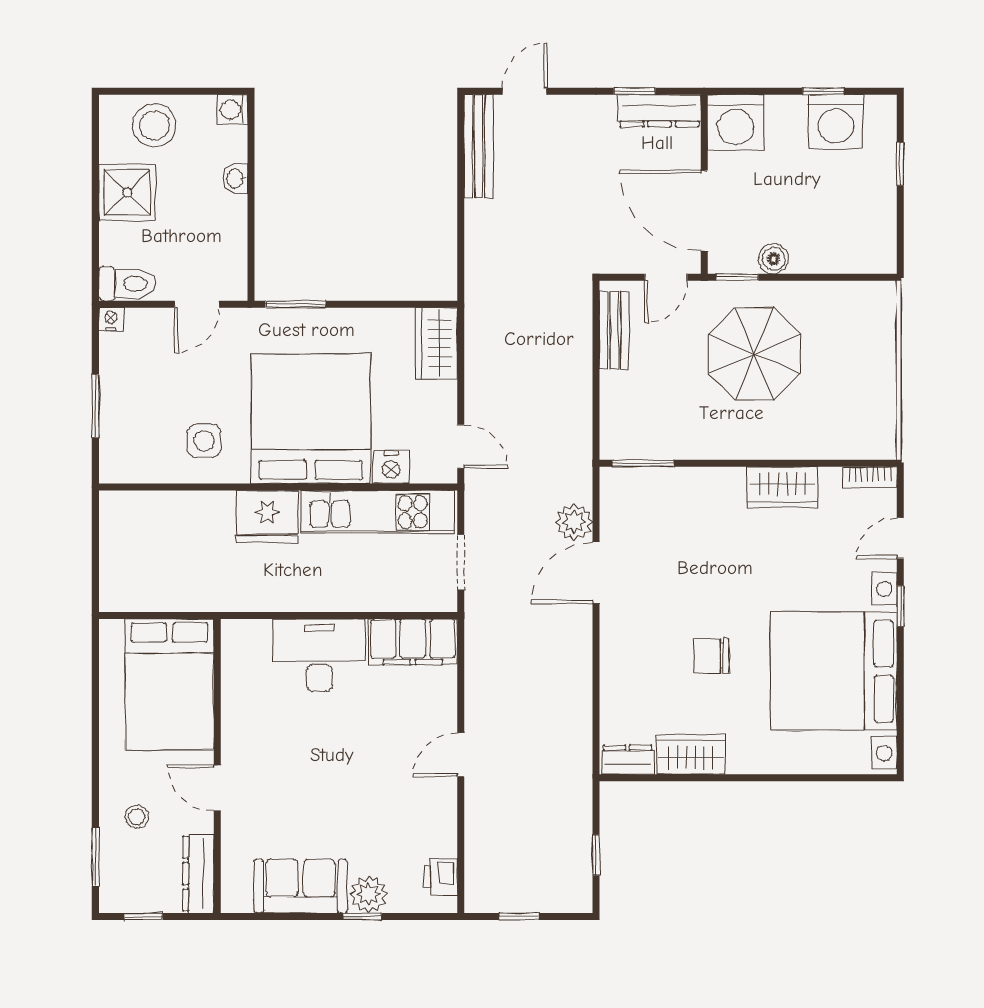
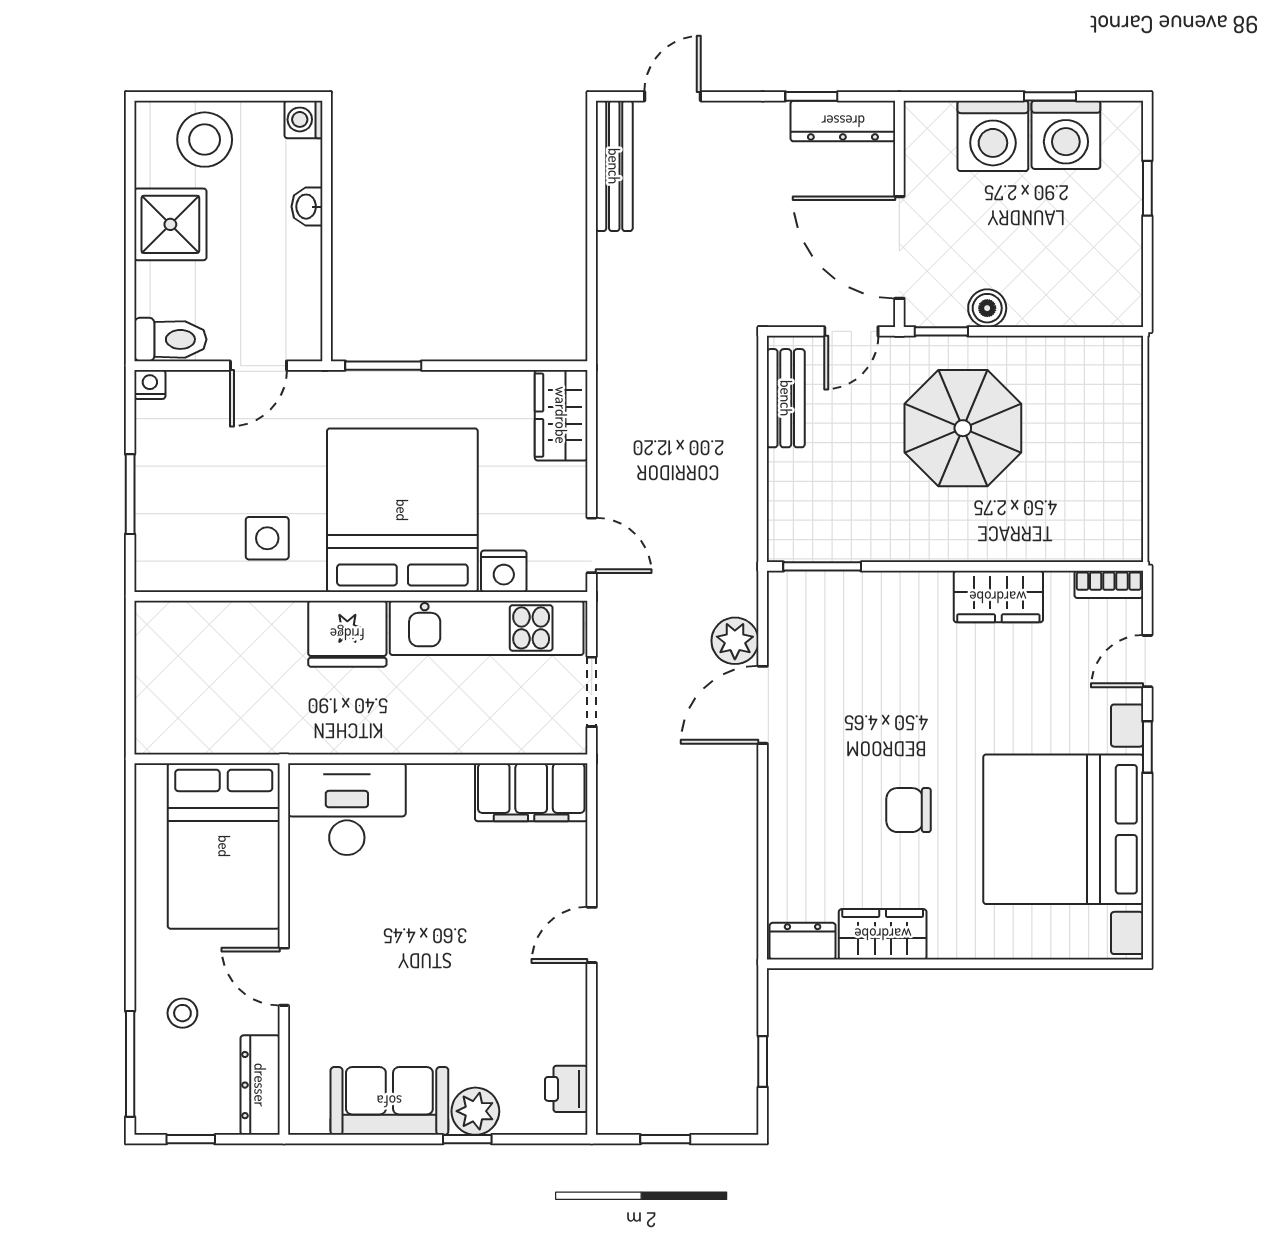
washing machine: (735, 122) -> (993, 136), moved
desk: (319, 655) -> (347, 809), moved
window: (95, 857) -> (130, 1064), width x1.44

